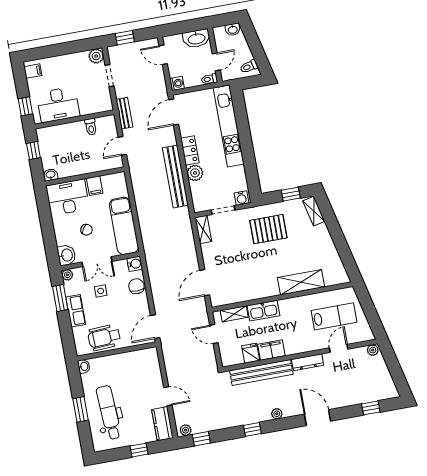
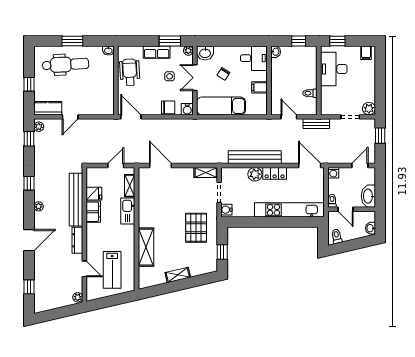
desk: (68, 197) -> (254, 58), width x0.73
shelving: (314, 211) -> (178, 275), moved

